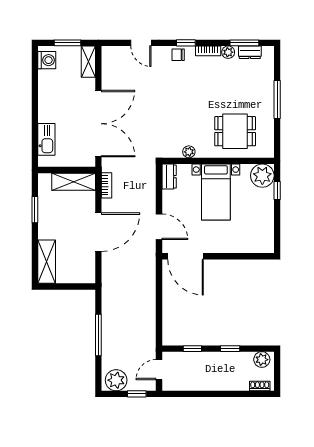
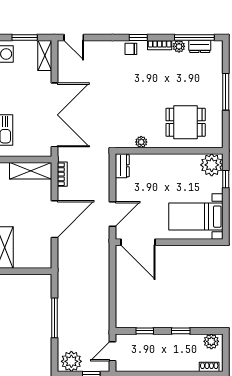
door: (141, 43) -> (74, 37), moved
window: (244, 43) -> (194, 37), width x1.44
bed with nightstands: (216, 192) -> (196, 217), moved, turned 90
door: (159, 227) -> (113, 214), hinge flipped

